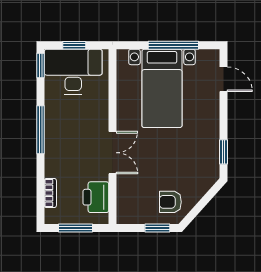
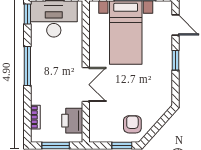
window: (223, 152) -> (175, 60), moved
armchair: (170, 202) -> (132, 124), turned 90

